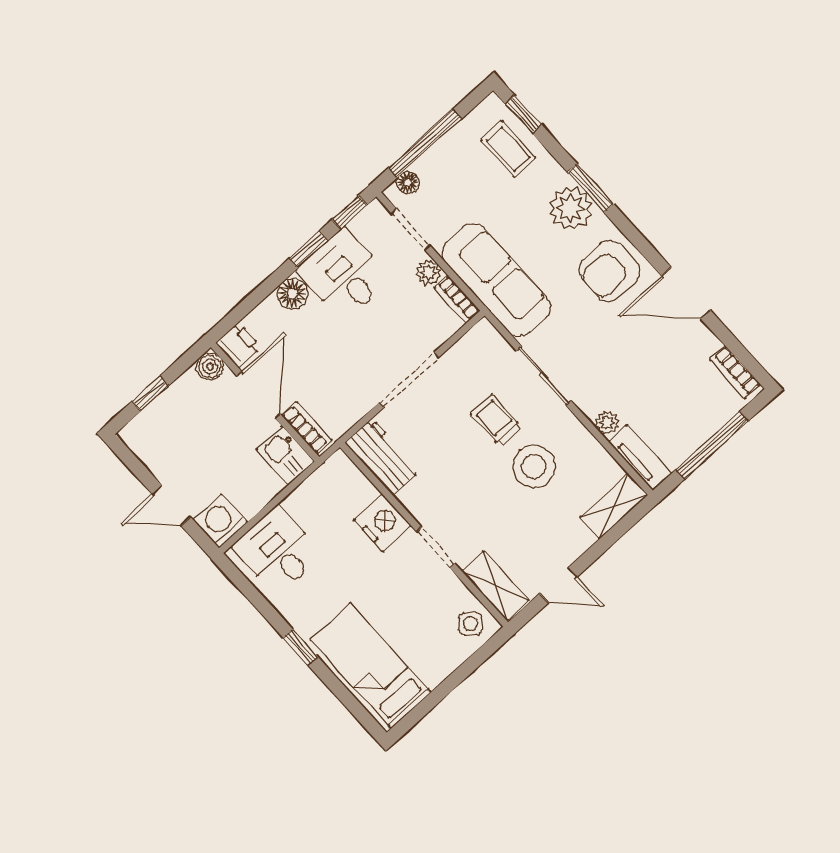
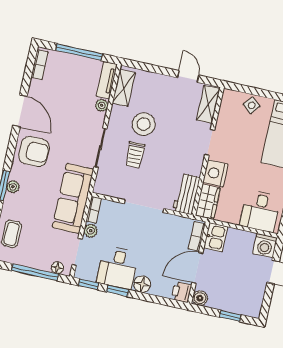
plant: (571, 208) -> (13, 187), width x0.53, depth x0.53
wardrobe: (348, 481) -> (208, 202), added
shelving: (614, 506) -> (124, 88), moved, turned 90
side table: (471, 624) -> (252, 105), moved

